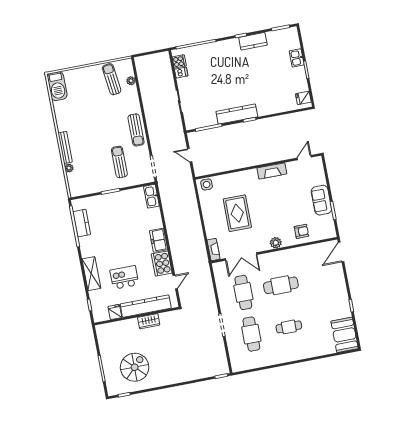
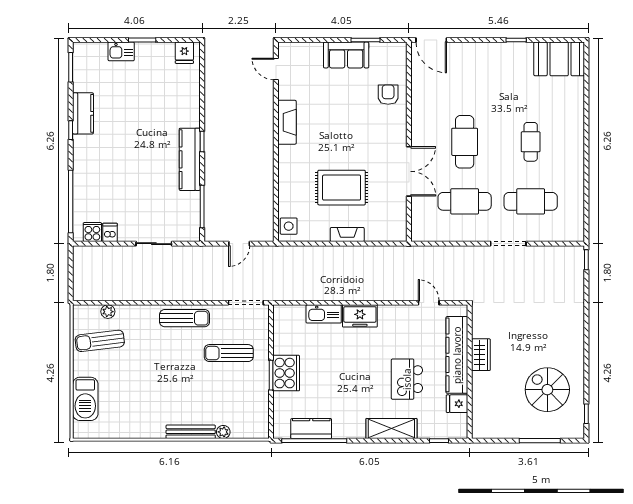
barbecue: (57, 86) -> (85, 399), moved, turned 90
kitchen sink: (151, 196) -> (324, 314), moved
plant: (276, 243) -> (398, 137), removed
fireplace: (214, 250) -> (347, 234), moved
double door: (241, 256) -> (409, 171), moved
cooker: (162, 263) -> (286, 373), moved, turned -90

